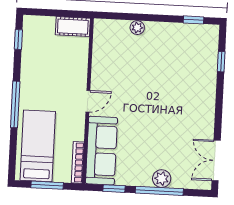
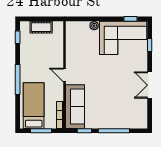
cot: (73, 27) -> (41, 27), moved
corner sofa: (181, 49) -> (123, 38), added
door: (88, 101) -> (65, 75), swing flipped
double door: (216, 161) -> (150, 85), moved
plant: (162, 179) -> (115, 123), removed

